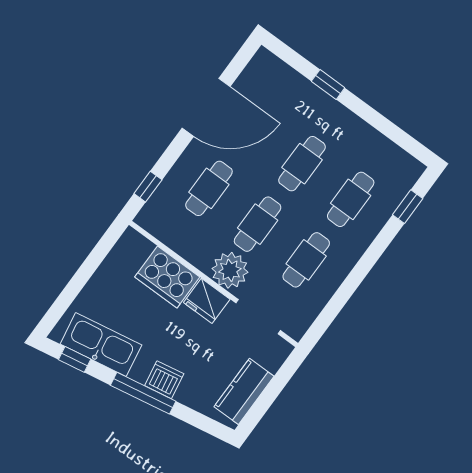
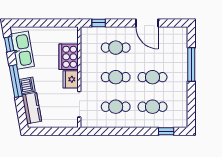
window: (328, 84) -> (191, 64), width x2.17
door: (206, 107) -> (147, 23), width x0.73
plant: (230, 270) -> (89, 80), removed
kitchen counter: (244, 391) -> (32, 108), moved, turned 80

